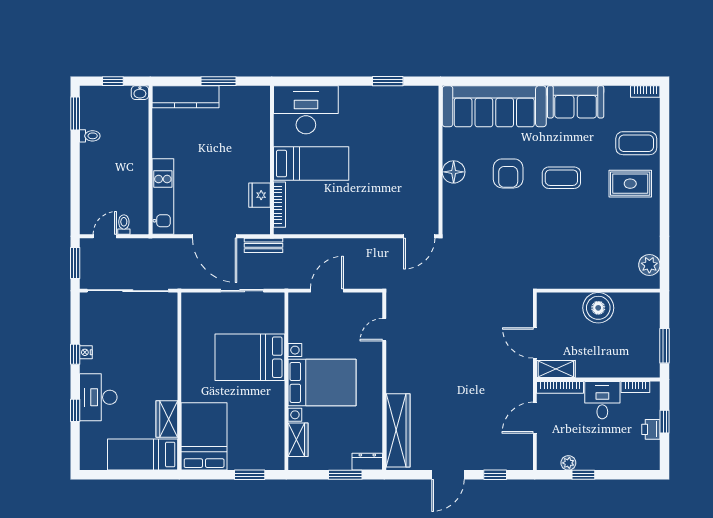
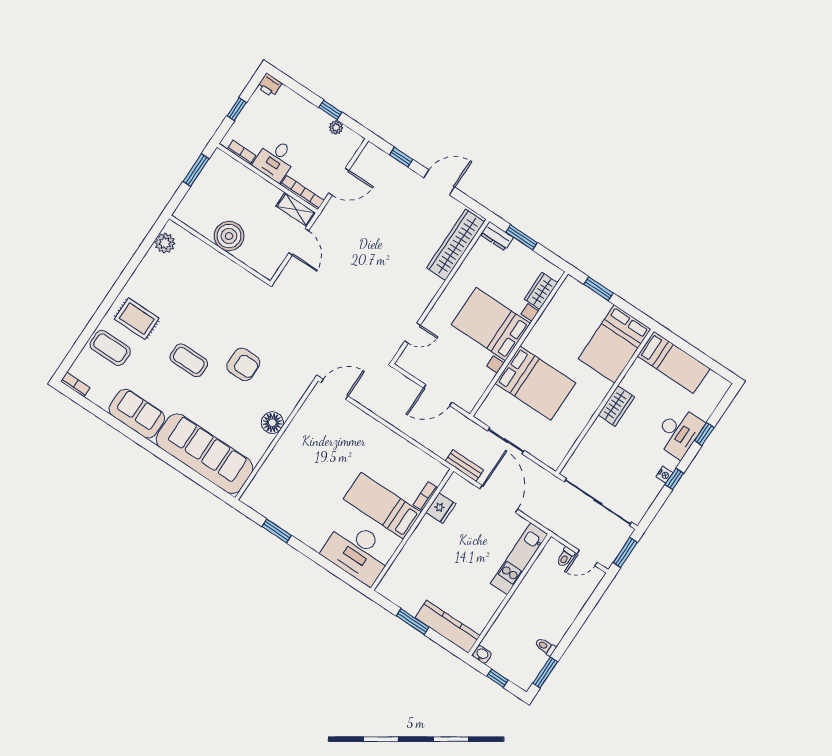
armchair: (508, 173) -> (243, 364), moved, turned 90
bookcase: (279, 205) -> (425, 496), width x0.64
wardrobe: (167, 419) -> (616, 406), moved
printer: (651, 429) -> (270, 85), moved, turned 90

